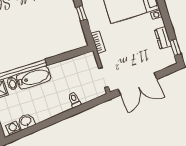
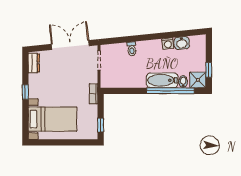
dresser: (163, 38) -> (34, 63), moved
window: (175, 47) -> (25, 92), moved
washing machine: (13, 128) -> (168, 44), moved

